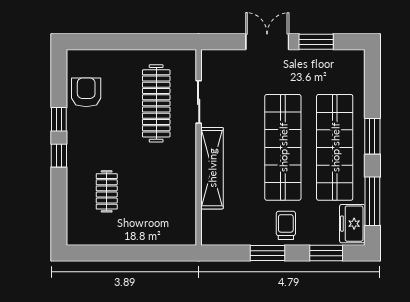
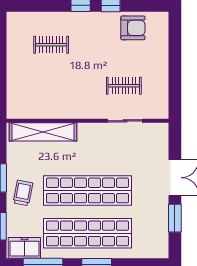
clothes rail: (156, 103) -> (124, 86), width x0.54, depth x0.76
shelving: (212, 168) -> (43, 132), moved
trolley: (286, 225) -> (23, 193), turned -79

